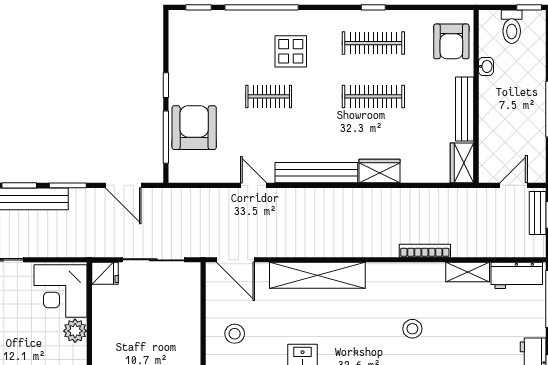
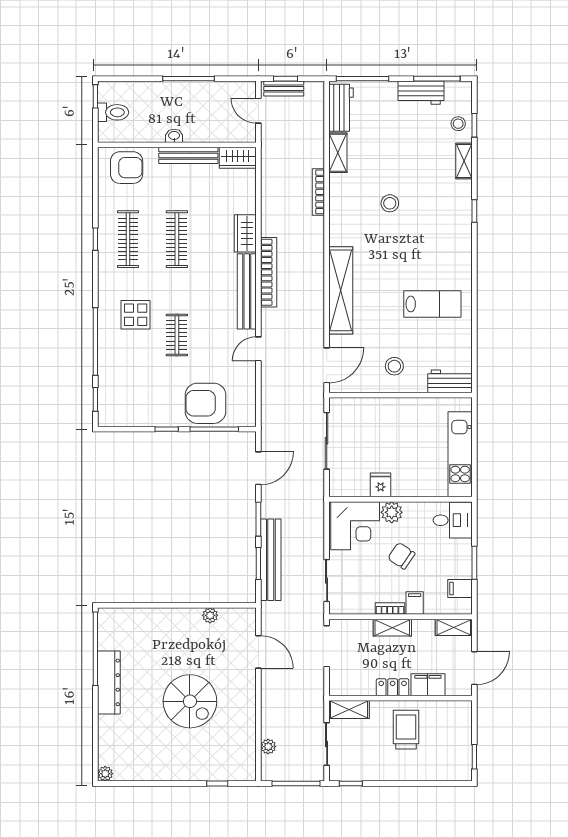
washbasin: (486, 66) -> (174, 136), moved
bookcase: (337, 196) -> (269, 272), added
fridge: (105, 273) -> (381, 485), moved
chair: (28, 341) -> (401, 556), added

